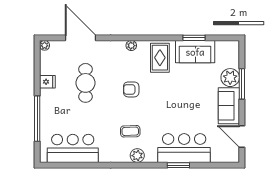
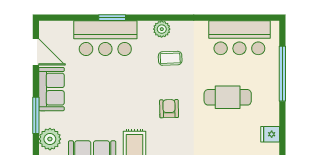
plant: (230, 78) -> (50, 139), moved
fridge: (47, 82) -> (270, 134), moved
cafe table: (85, 83) -> (228, 97), moved, turned 90
armchair: (131, 89) -> (169, 109), turned -91

